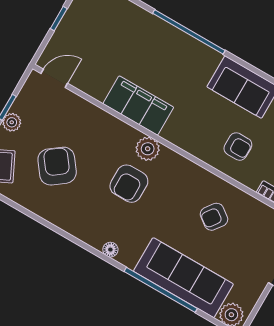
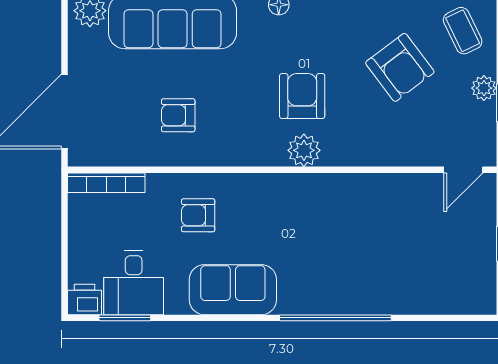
filing cabinet: (138, 106) -> (345, 195), removed
armchair: (214, 217) -> (178, 115), turned -126

